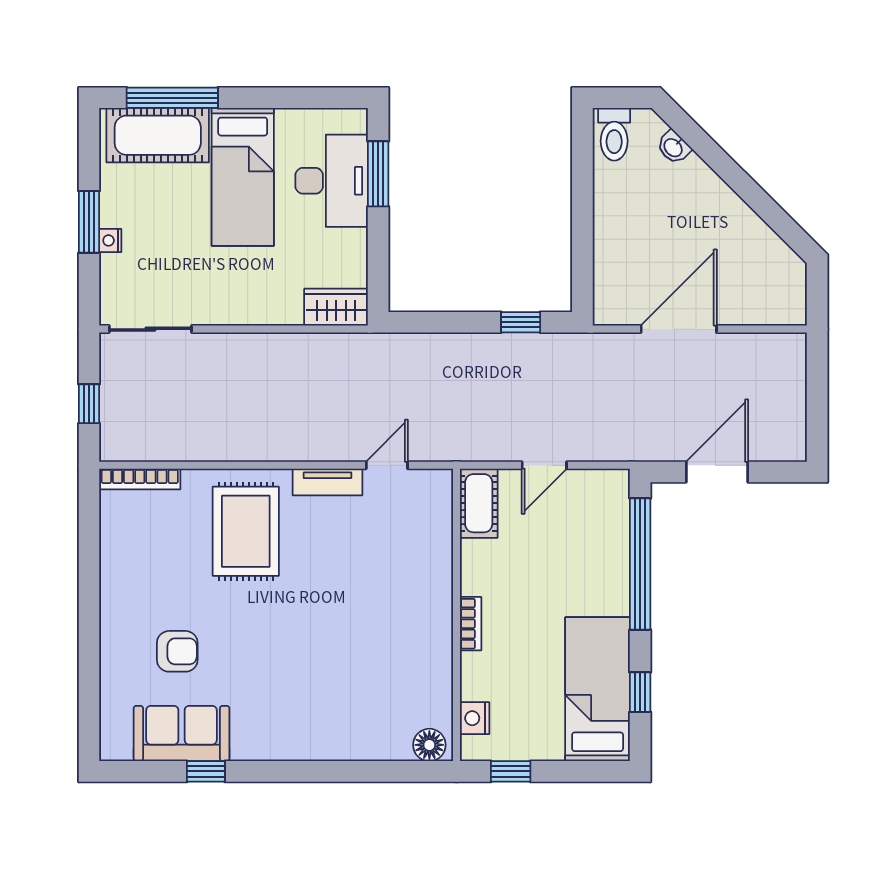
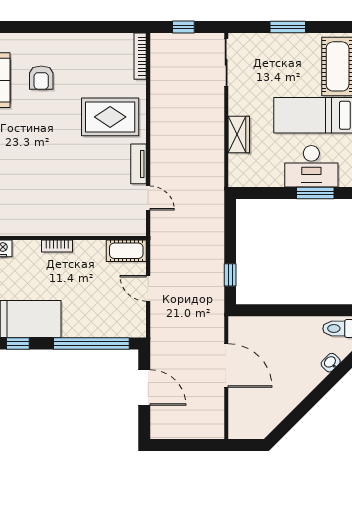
nightstand: (110, 240) -> (277, 39), removed
wardrobe: (336, 307) -> (239, 134), moved

